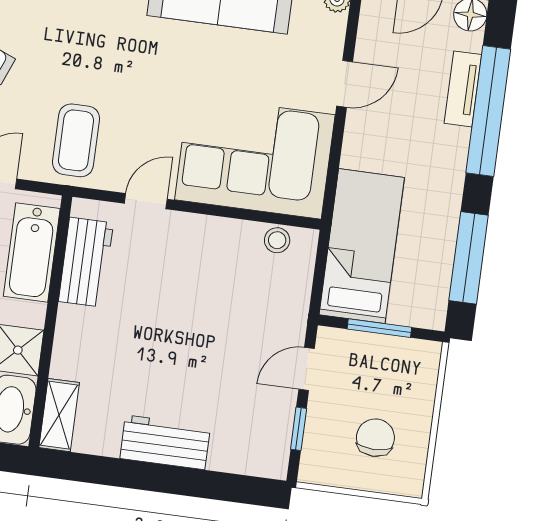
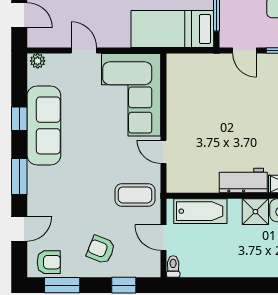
stool: (277, 240) -> (175, 76), removed
workbench: (86, 262) -> (243, 181), moved

